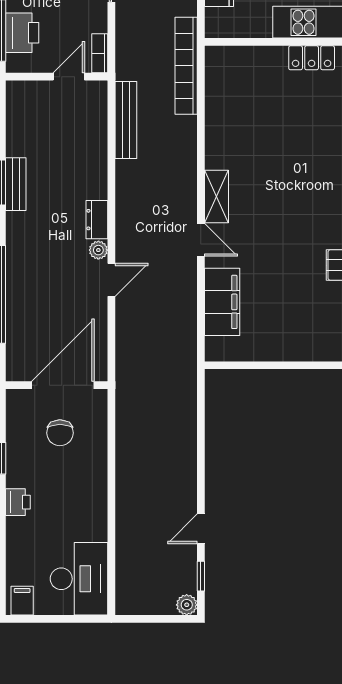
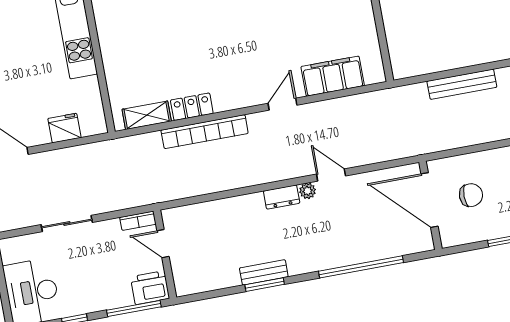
printer: (22, 33) -> (150, 288), moved
locker: (312, 58) -> (192, 107), moved, turned -90
bookcase: (186, 66) -> (205, 132), moved
bench: (126, 120) -> (462, 84), moved
shelving: (217, 197) -> (147, 115), moved

